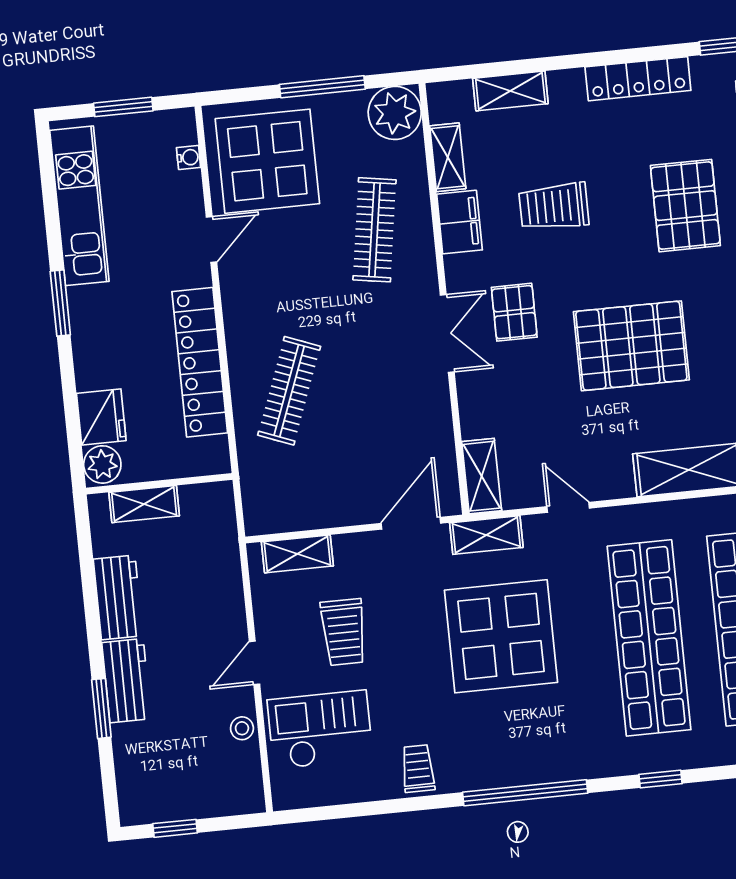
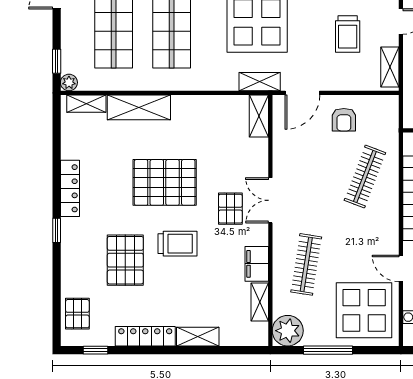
shelving: (510, 91) -> (198, 337), moved
trolley: (554, 206) -> (177, 244), moved
door: (211, 239) -> (401, 268), hinge flipped
armchair: (335, 485) -> (344, 120), added
door: (568, 507) -> (211, 93), removed
shelving: (297, 554) -> (390, 67), moved, turned 90
trolley: (344, 632) -> (348, 34), turned 180

